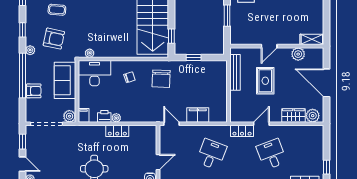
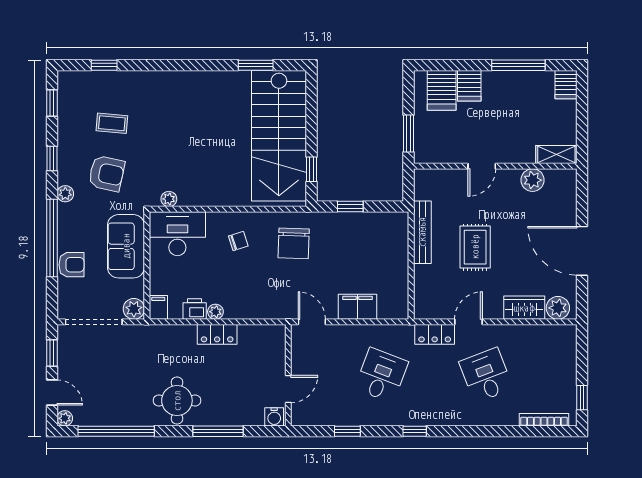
shelving: (312, 39) -> (556, 155), moved
door: (269, 46) -> (482, 166), moved
wall: (277, 46) -> (495, 166), moved
plant: (298, 54) -> (533, 180), moved

